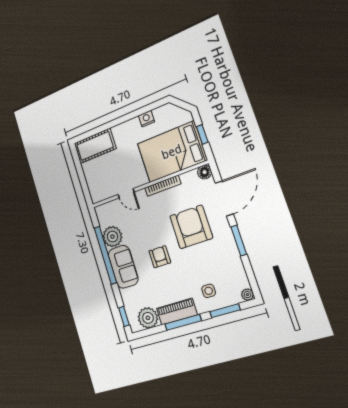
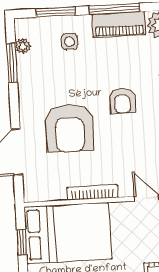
floor lamp: (205, 172) -> (32, 193), removed
window: (239, 241) -> (12, 63), moved
plant: (247, 295) -> (23, 46), moved

